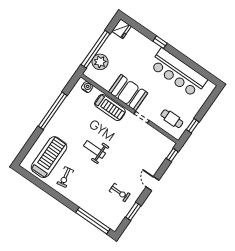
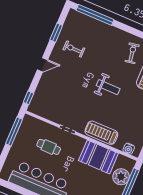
booth: (128, 93) -> (98, 157), moved
cafe table: (172, 119) -> (49, 147), moved
window: (193, 126) -> (14, 132), width x2.17
door: (153, 184) -> (42, 65), hinge flipped

